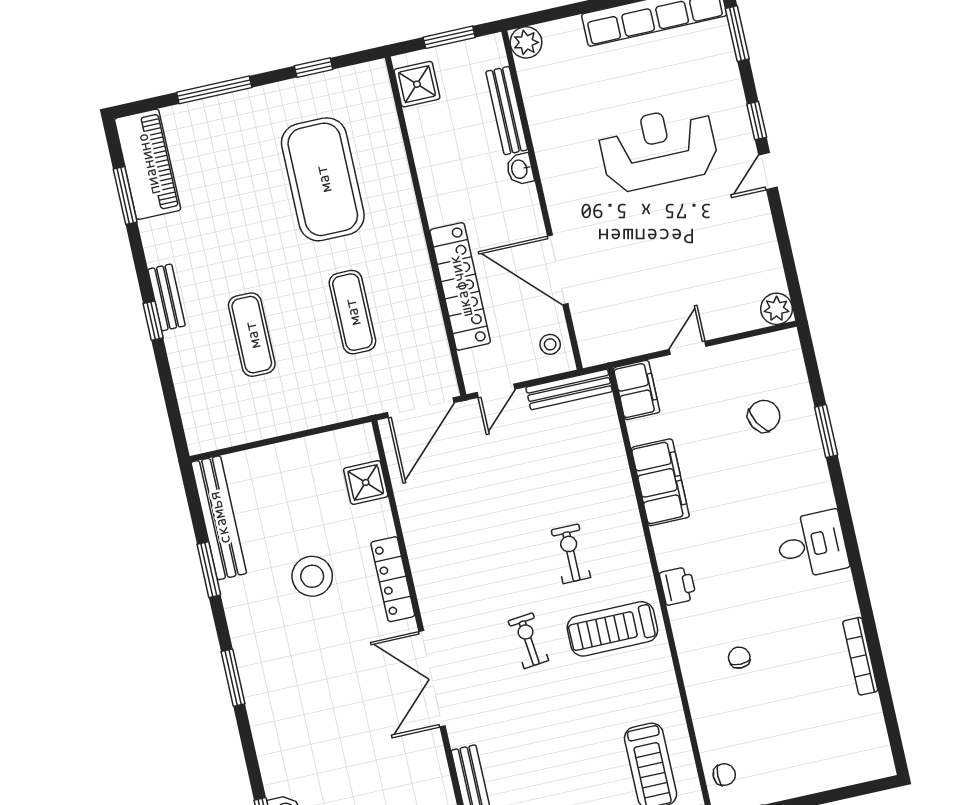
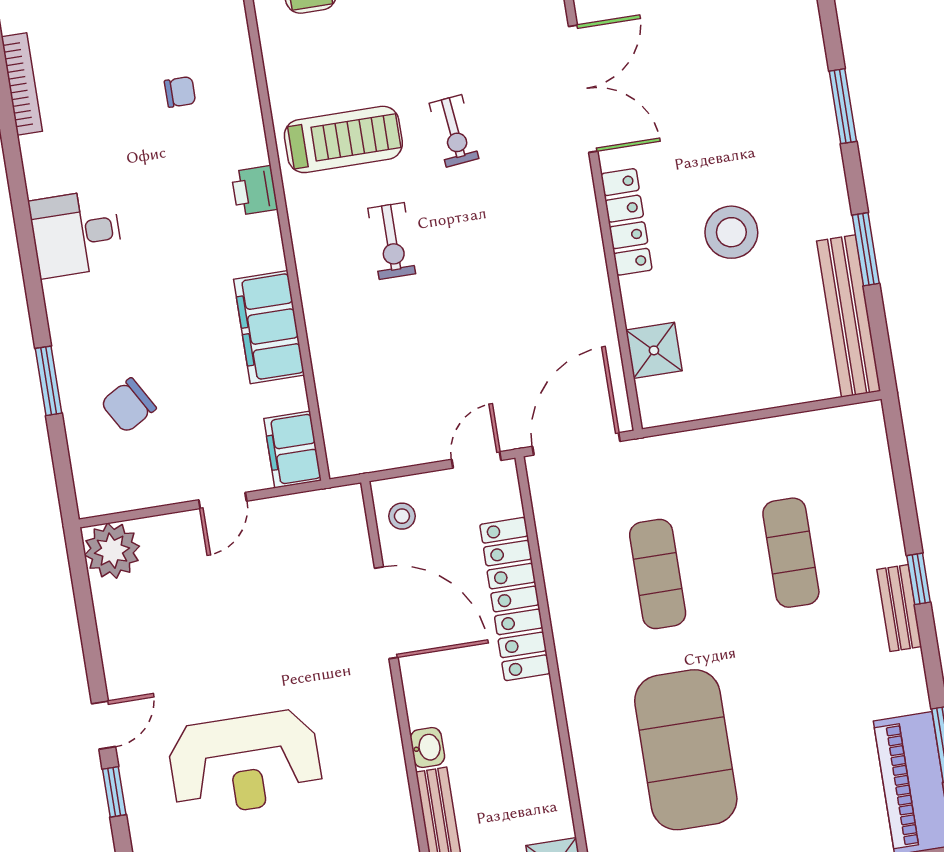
plant: (777, 309) -> (112, 551), width x1.36, depth x1.36
bench: (569, 389) -> (381, 456), removed
chair: (739, 658) -> (180, 92), turned -90

